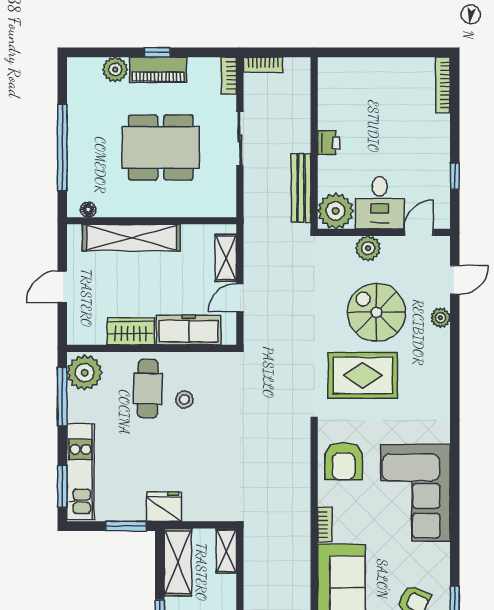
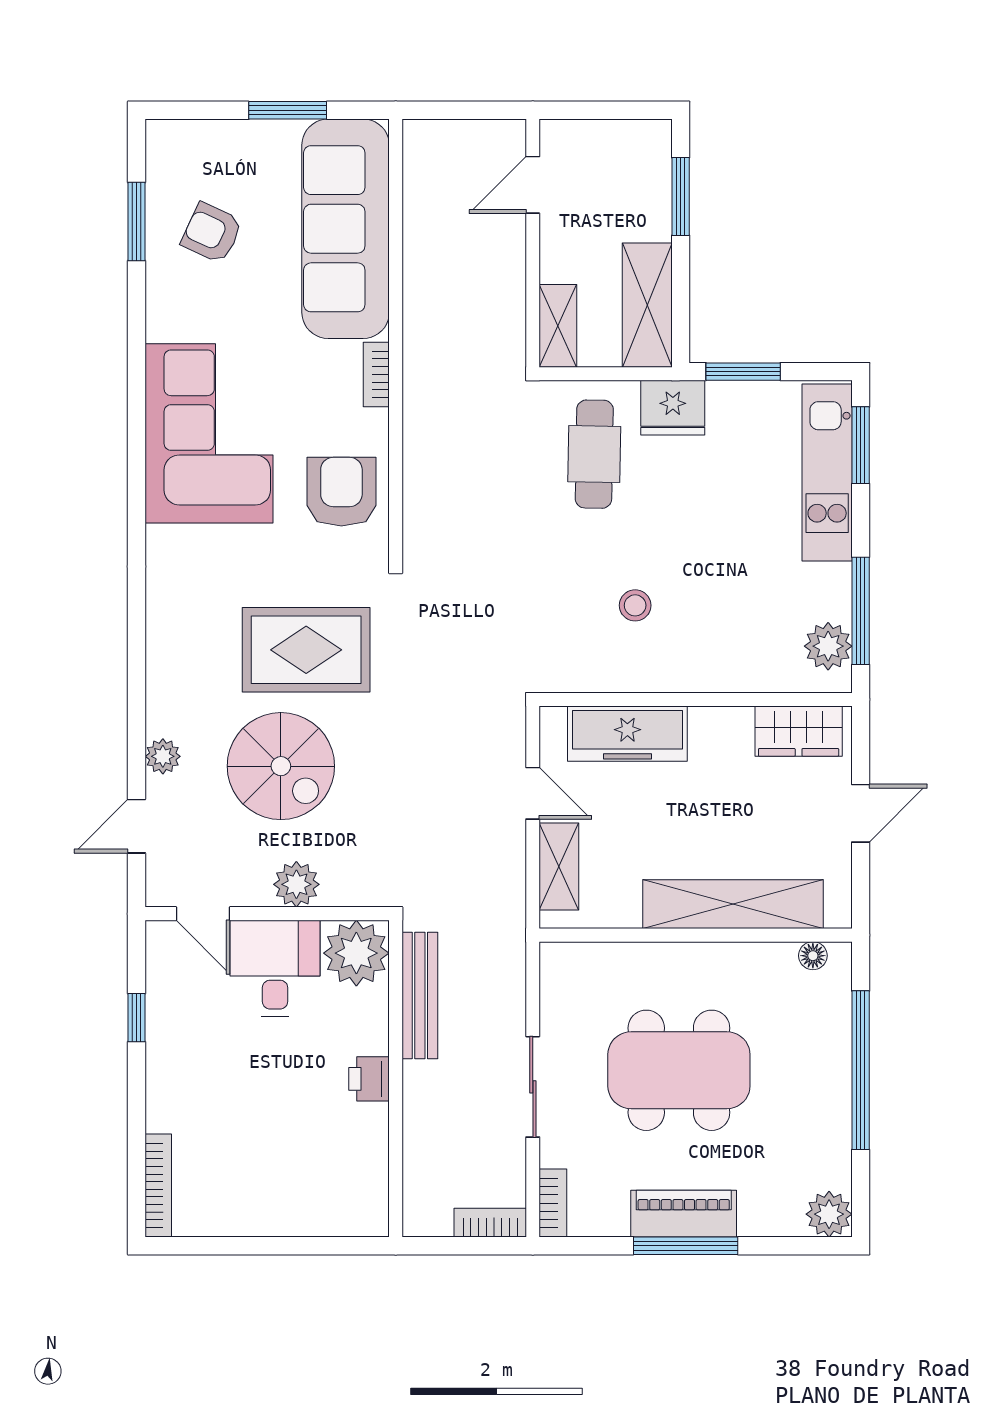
window: (157, 52) -> (686, 1246), width x2.17
plant: (115, 69) -> (829, 1214), moved
door: (419, 232) -> (203, 914), hinge flipped
door: (240, 298) -> (533, 793), hinge flipped
wardrobe: (131, 331) -> (799, 731), moved
plant: (85, 373) -> (828, 646), width x0.73, depth x0.73
cafe table: (148, 389) -> (594, 454), moved

